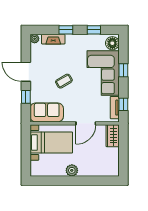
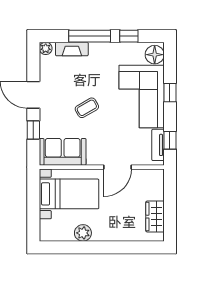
window: (66, 30) -> (90, 36), width x2.17
wardrobe: (113, 136) -> (155, 217), moved
plant: (72, 170) -> (83, 233), moved

